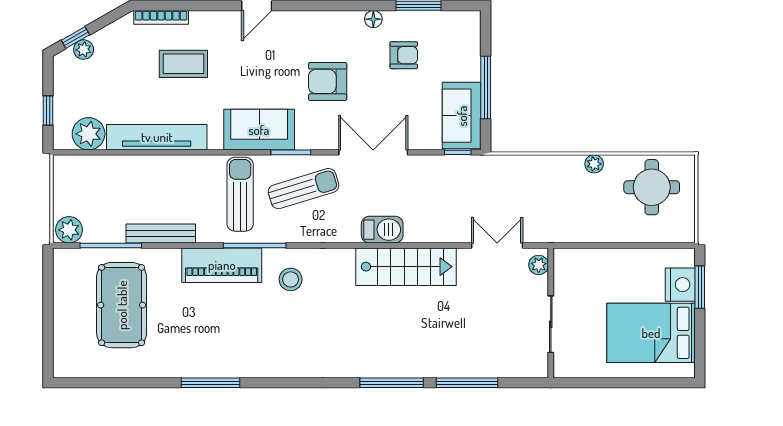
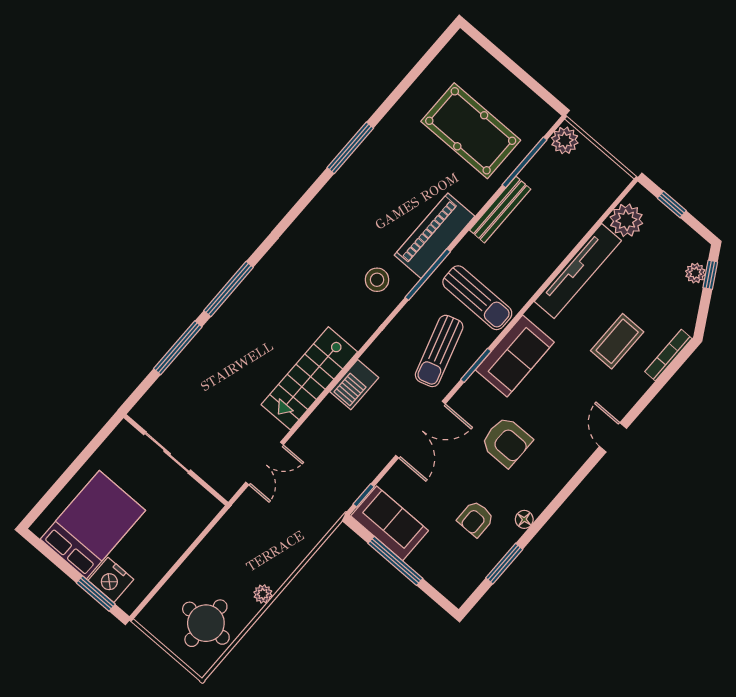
armchair: (328, 81) -> (506, 442), turned 90
plant: (539, 265) -> (221, 483), removed

